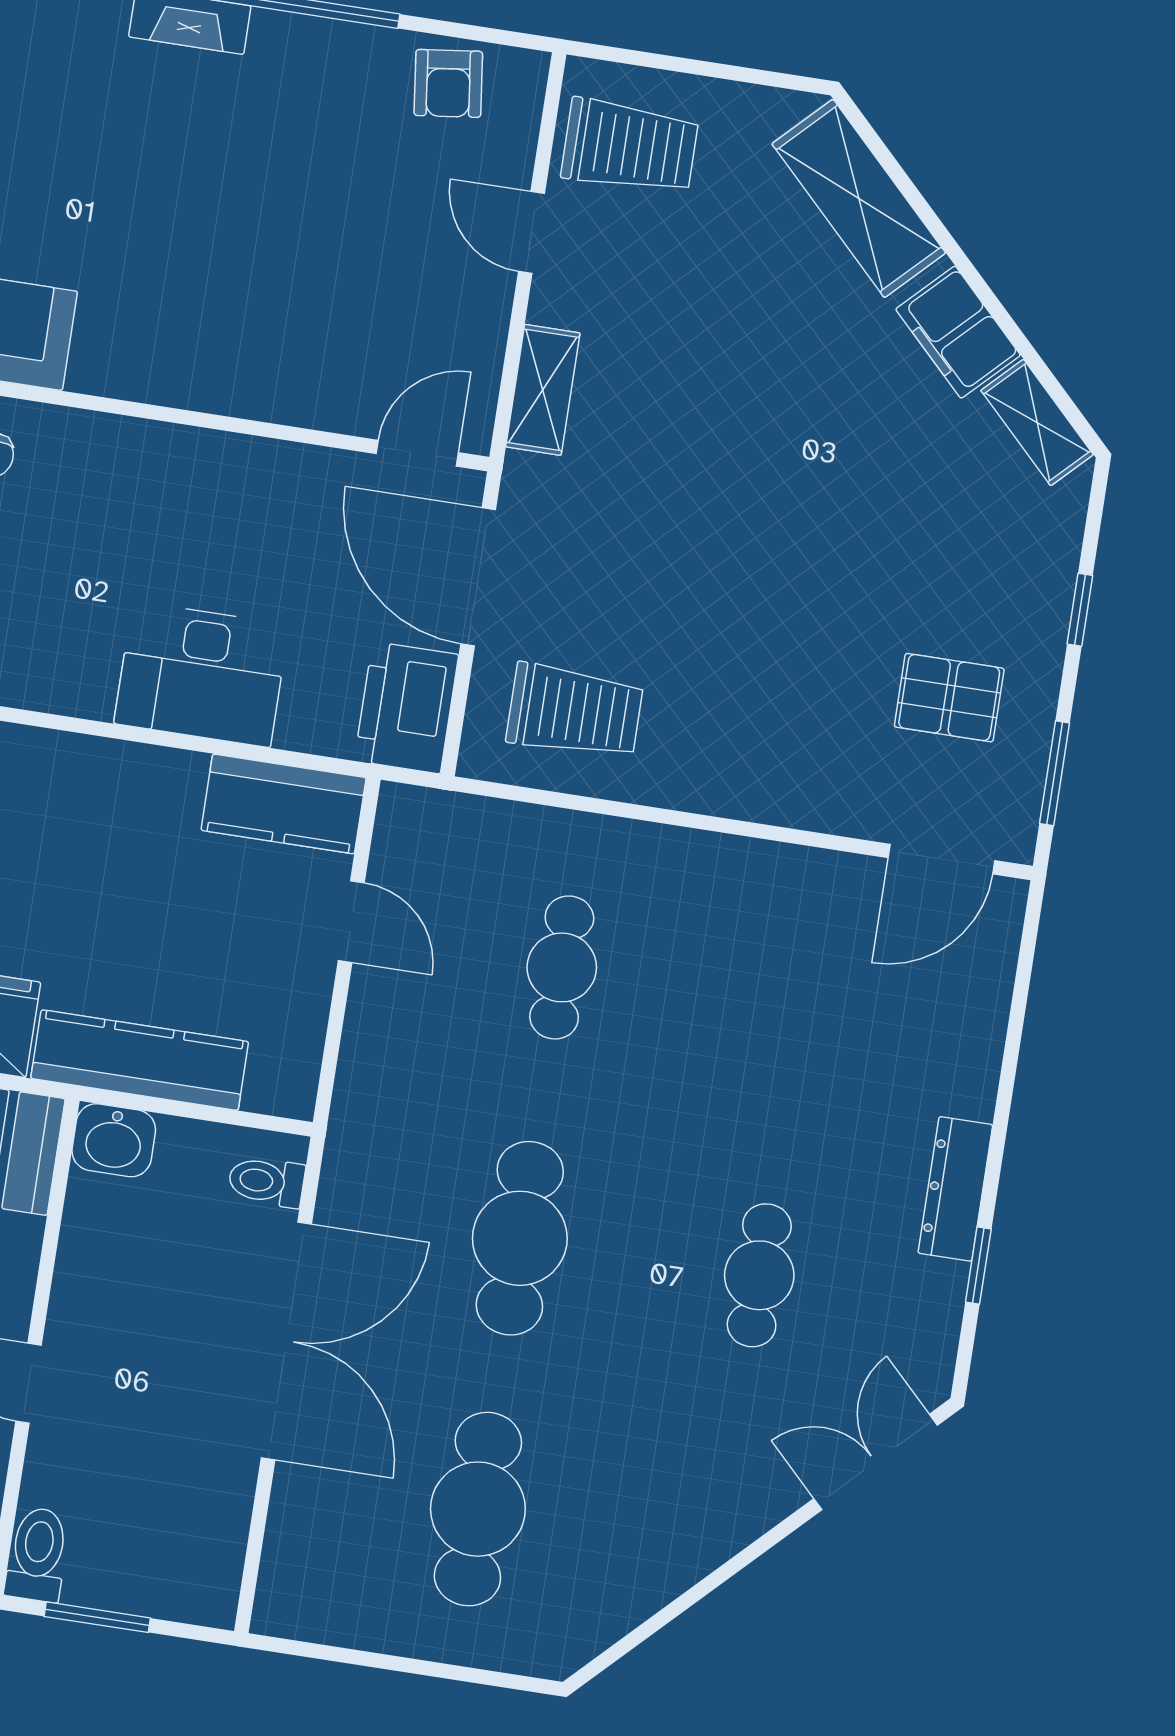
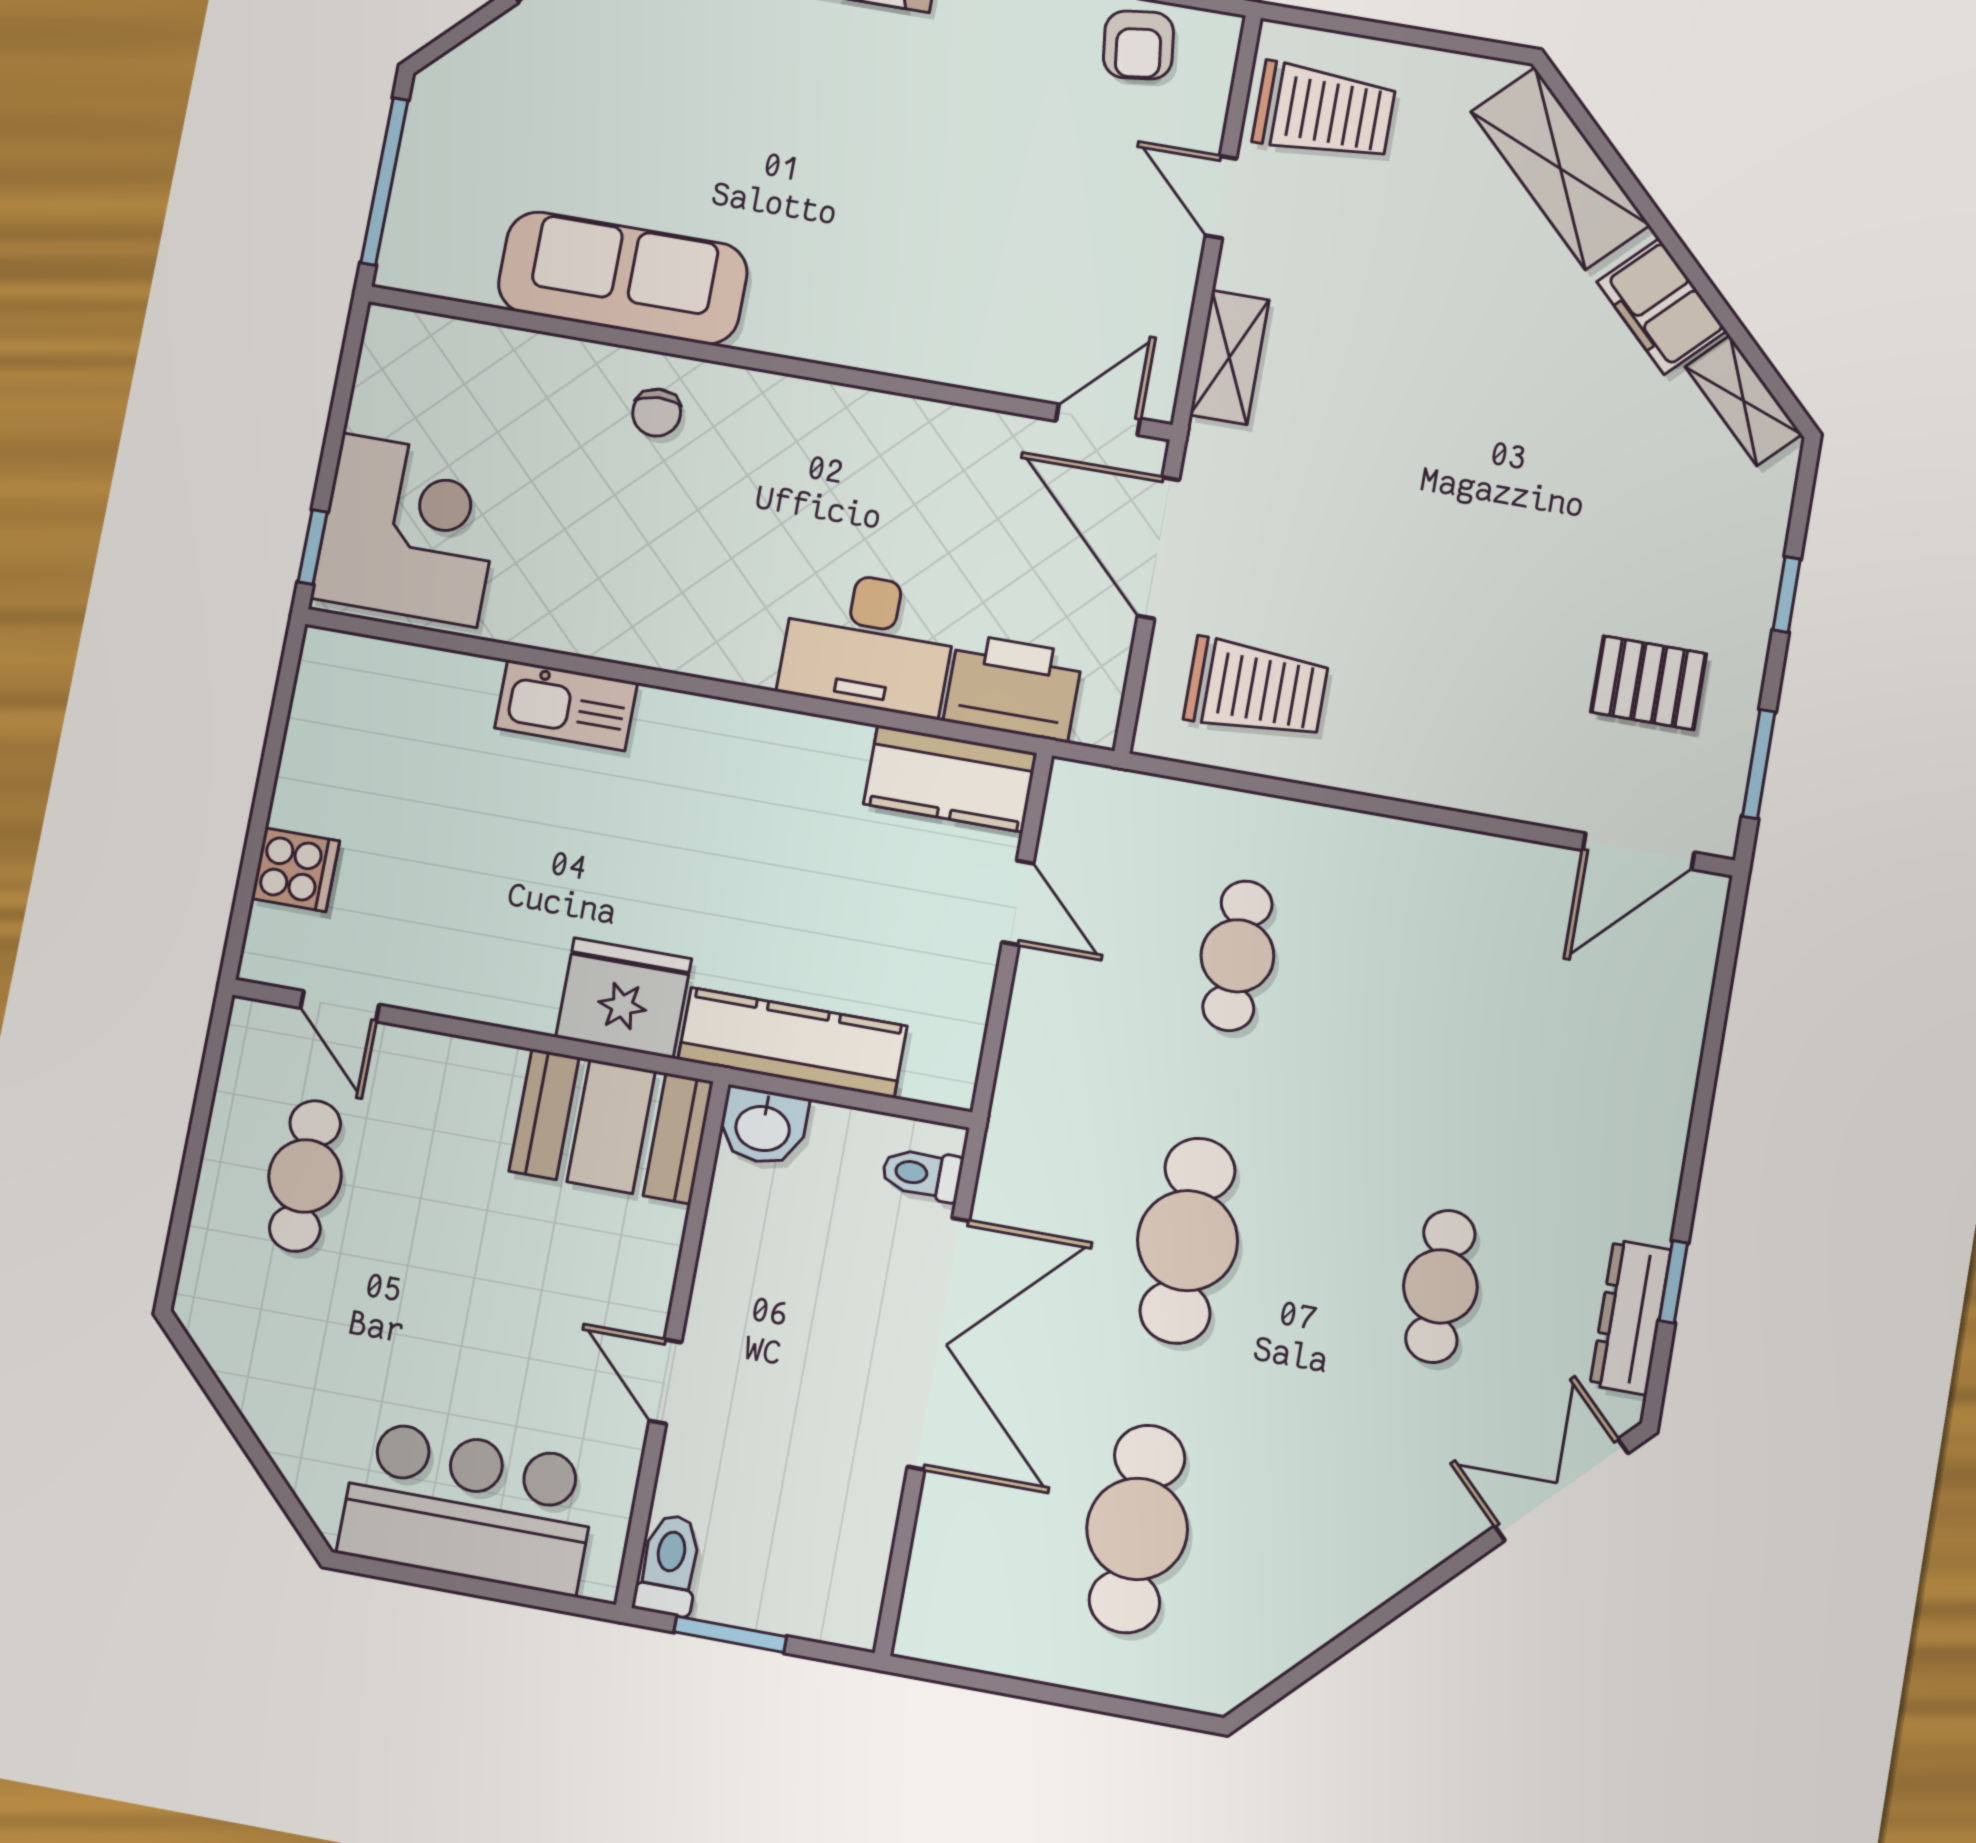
printer: (406, 708) -> (1013, 687), moved, turned 90
dresser: (955, 1189) -> (1630, 1317), moved

